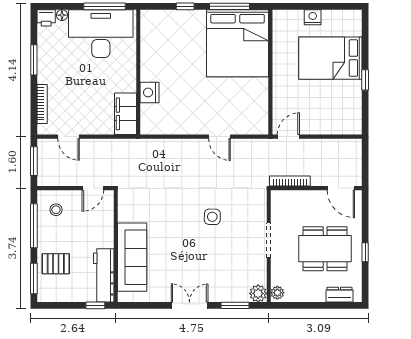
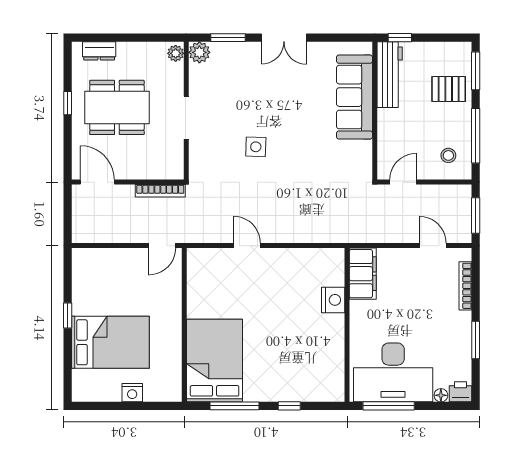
bed: (238, 43) -> (215, 361), width x0.73

